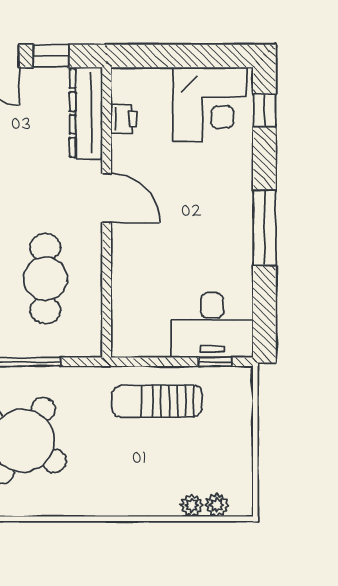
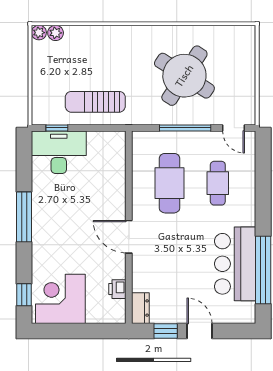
dresser: (86, 113) -> (140, 308), width x0.51, depth x0.80
sun lounger: (157, 401) -> (95, 102), turned 180
plant: (192, 506) -> (39, 33), moved

